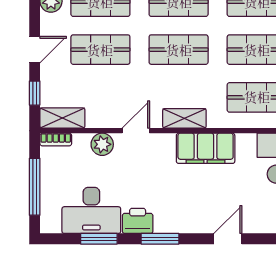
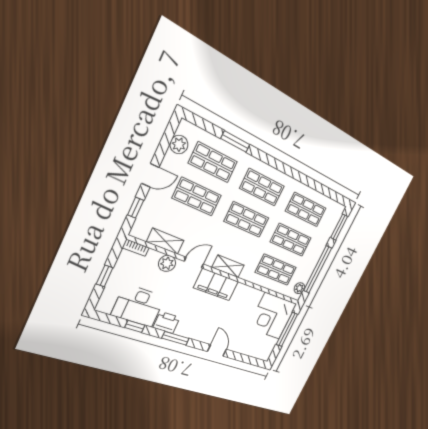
shelving: (62, 118) -> (165, 241), moved
filing cabinet: (206, 148) -> (216, 285), moved
window: (35, 187) -> (105, 276), width x0.46
window: (99, 239) -> (135, 326), width x0.67
door: (228, 239) -> (217, 350), hinge flipped

